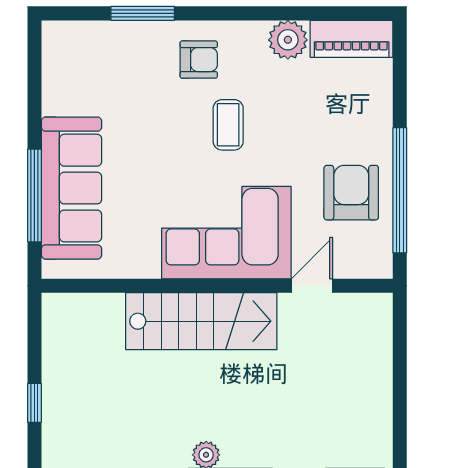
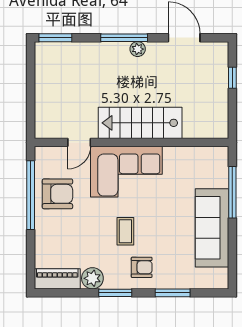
window: (246, 13) -> (115, 293), added
armchair: (199, 60) -> (142, 267), turned 180
sofa: (71, 188) -> (212, 228), moved
armchair: (351, 193) -> (57, 194), turned -90

